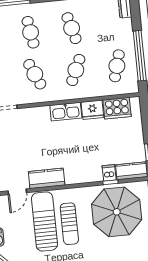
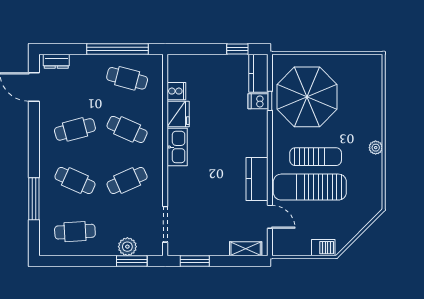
cafe table: (31, 32) -> (75, 181), turned 33
cooker: (117, 108) -> (176, 91), width x0.53, depth x0.76

